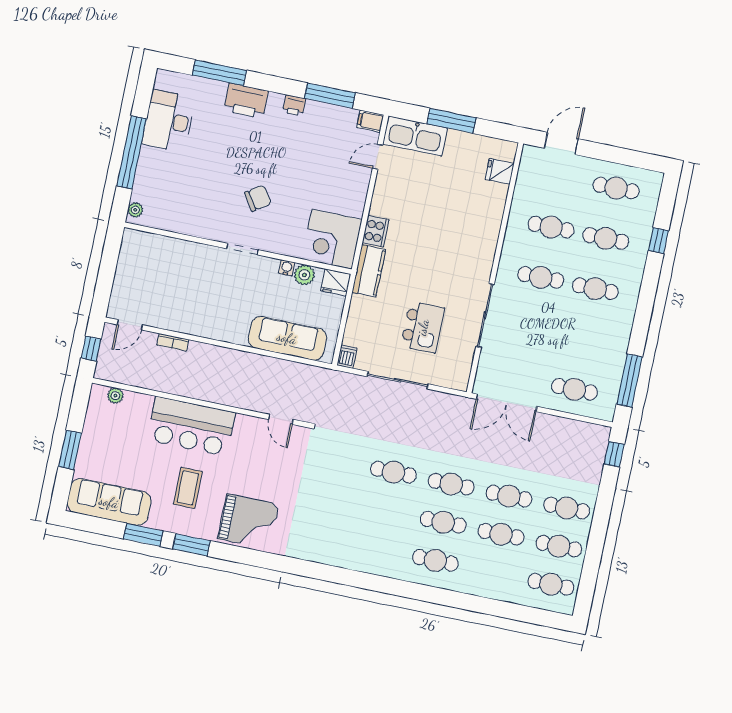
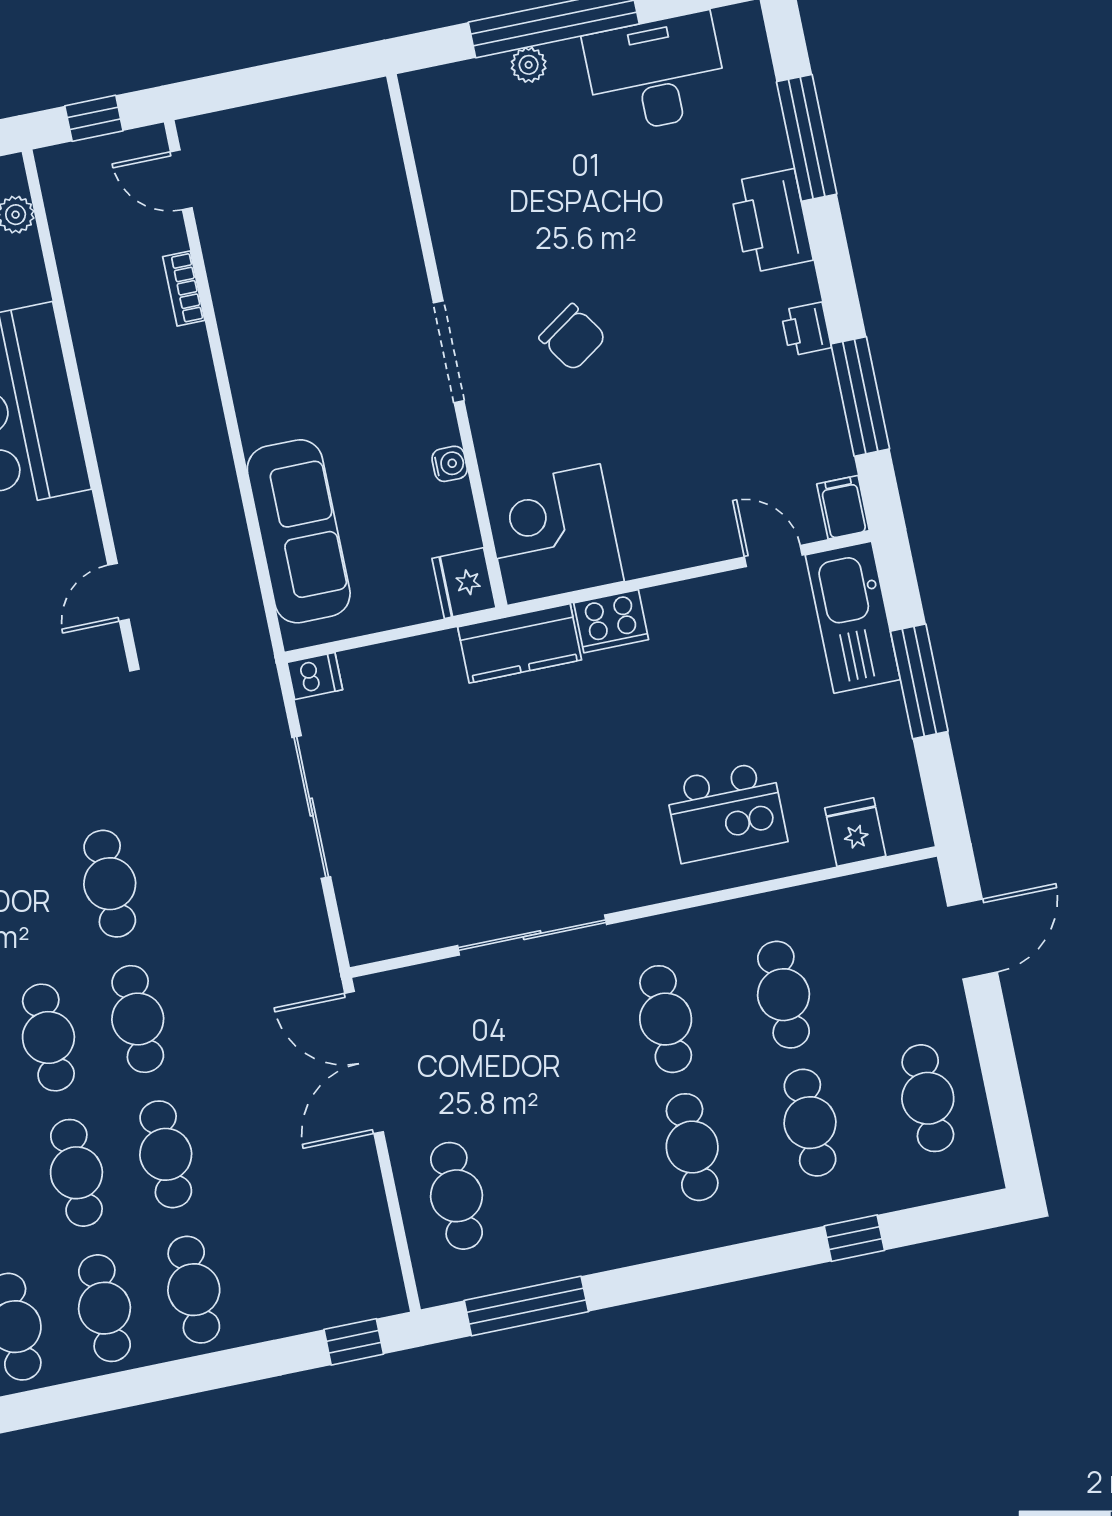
door: (561, 144) -> (973, 939), hinge flipped
plant: (135, 210) -> (529, 65), moved
doorway: (242, 249) -> (449, 352), width x1.38
plant: (304, 275) -> (451, 509), removed
kitchen island: (423, 327) -> (726, 812), moved

